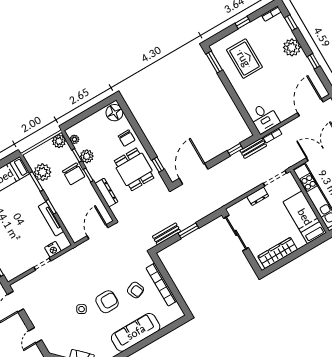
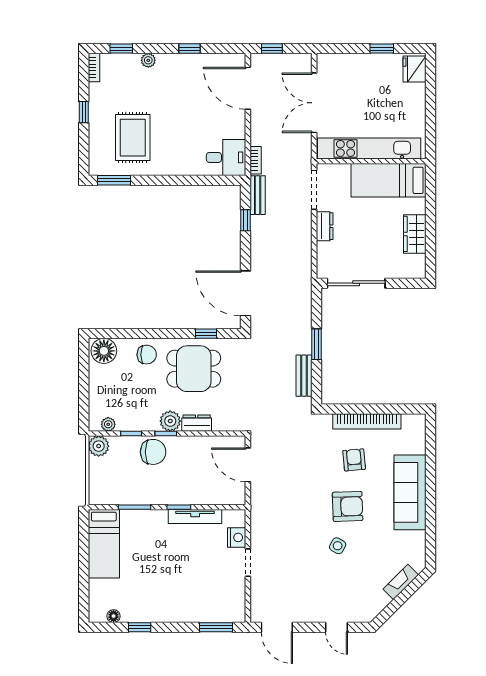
plant: (292, 47) -> (148, 60), width x0.53, depth x0.53
rug: (244, 59) -> (133, 138), turned 90
plant: (87, 156) -> (170, 421), moved
plant: (43, 172) -> (127, 492), removed
dresser: (106, 193) -> (197, 423), width x0.70
wardrobe: (278, 253) -> (415, 234), width x0.67
armchair: (135, 290) -> (354, 460), turned -73
armchair: (107, 302) -> (348, 506), turned 88

